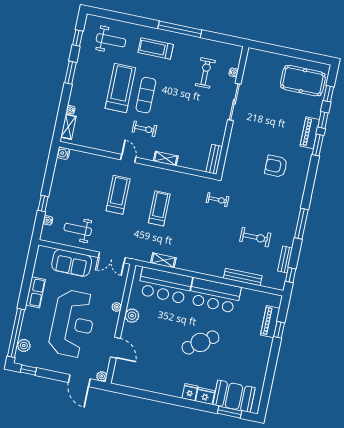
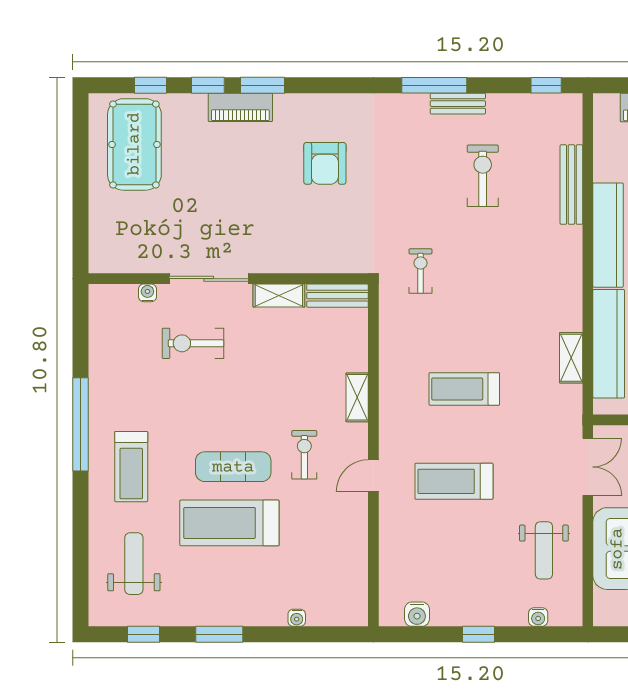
exercise bike: (205, 73) -> (193, 343), moved
shelving: (68, 127) -> (279, 296), moved
water cooler: (63, 153) -> (417, 614), moved
window: (43, 204) -> (479, 634), moved
bench: (285, 260) -> (458, 104), moved

